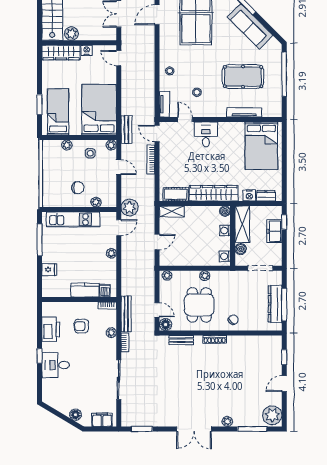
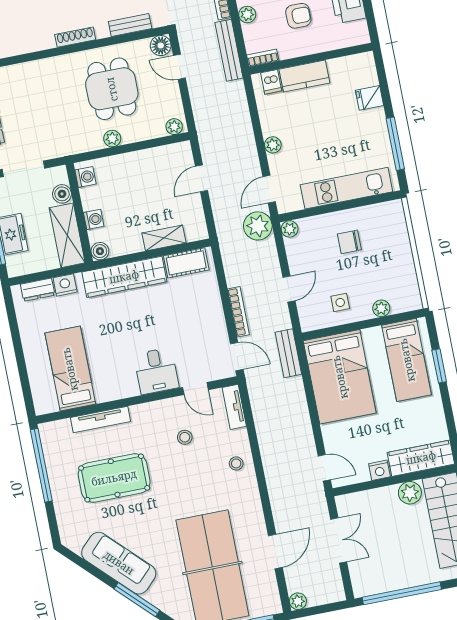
window: (284, 74) -> (41, 465), moved
plant: (111, 145) -> (308, 323), removed
bed: (261, 146) -> (70, 369), width x0.67
door: (119, 167) -> (289, 289), swing flipped
plant: (96, 202) -> (290, 229), moved
shelving: (172, 211) -> (164, 238), moved
chair: (233, 320) -> (51, 76), removed

